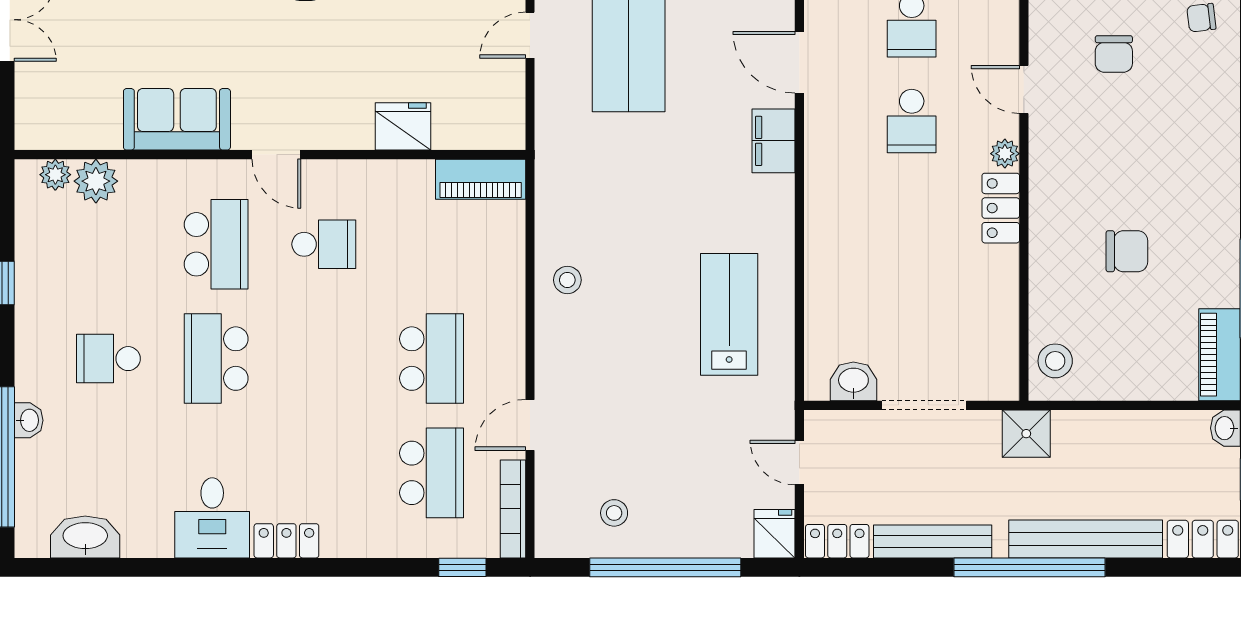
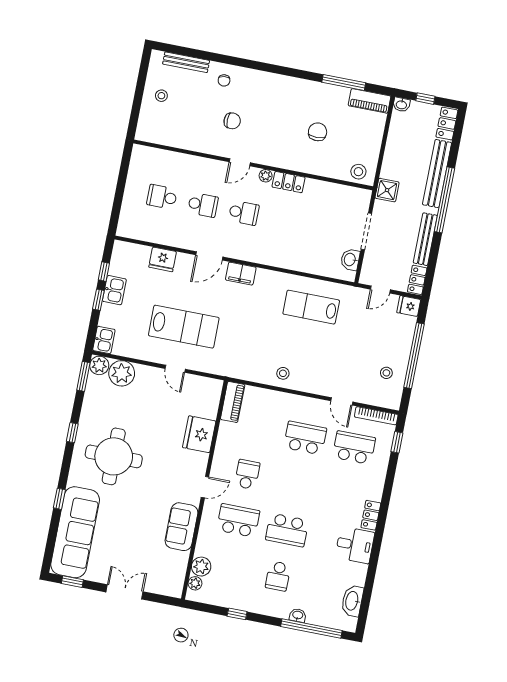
fridge: (403, 126) -> (199, 434), width x1.36, depth x1.34

